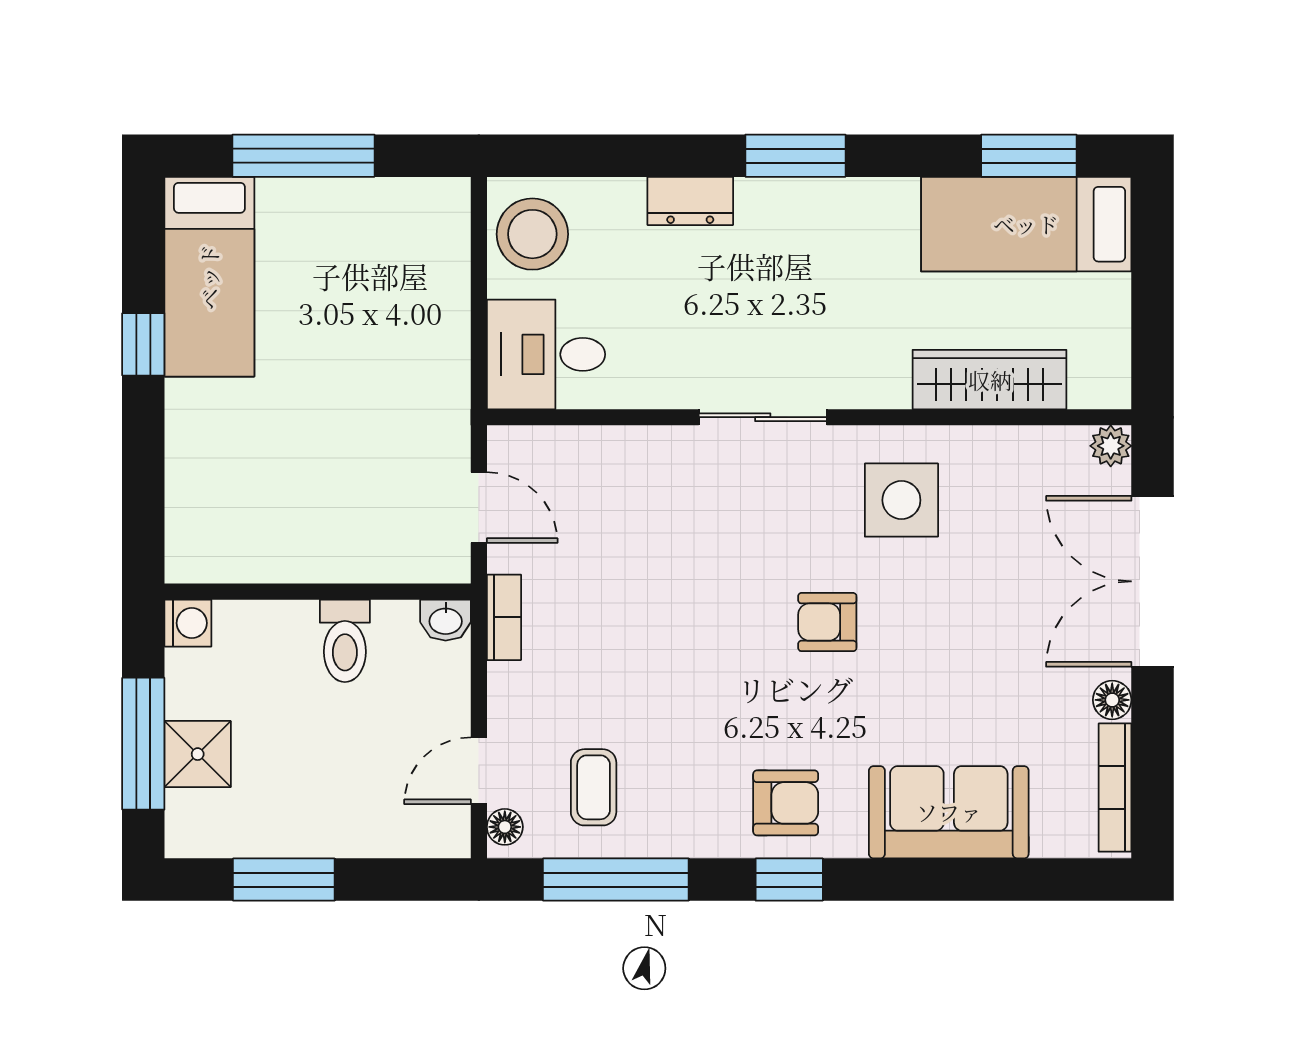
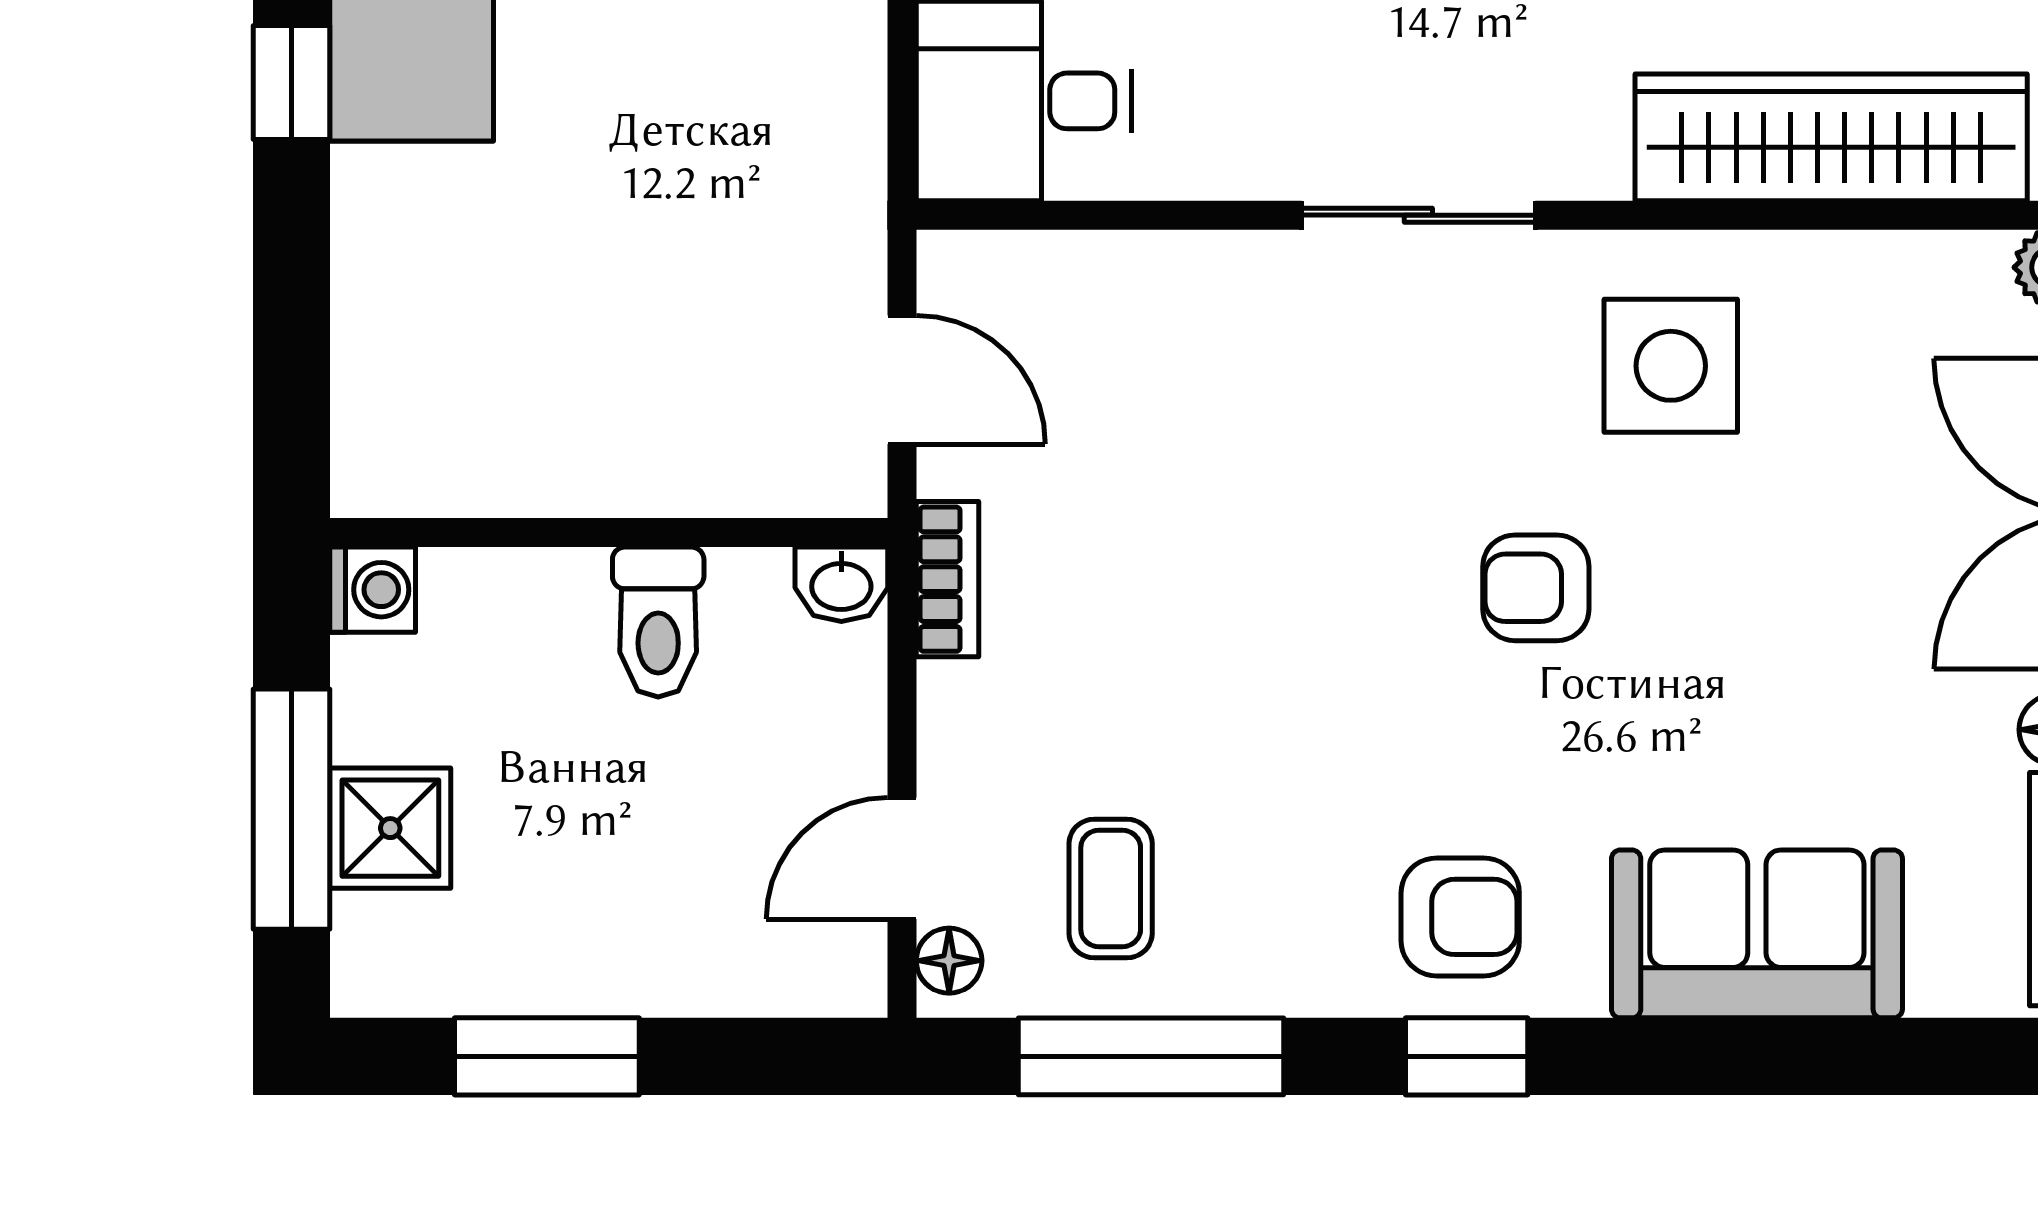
wardrobe: (990, 380) -> (1831, 137), width x1.40, depth x1.17

